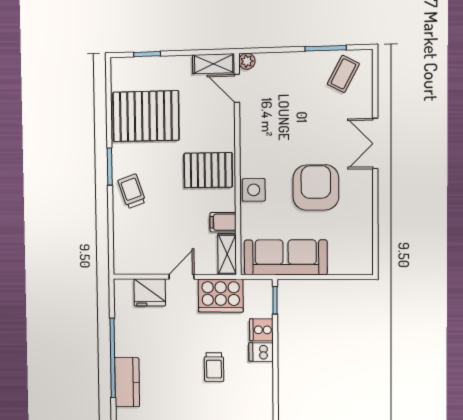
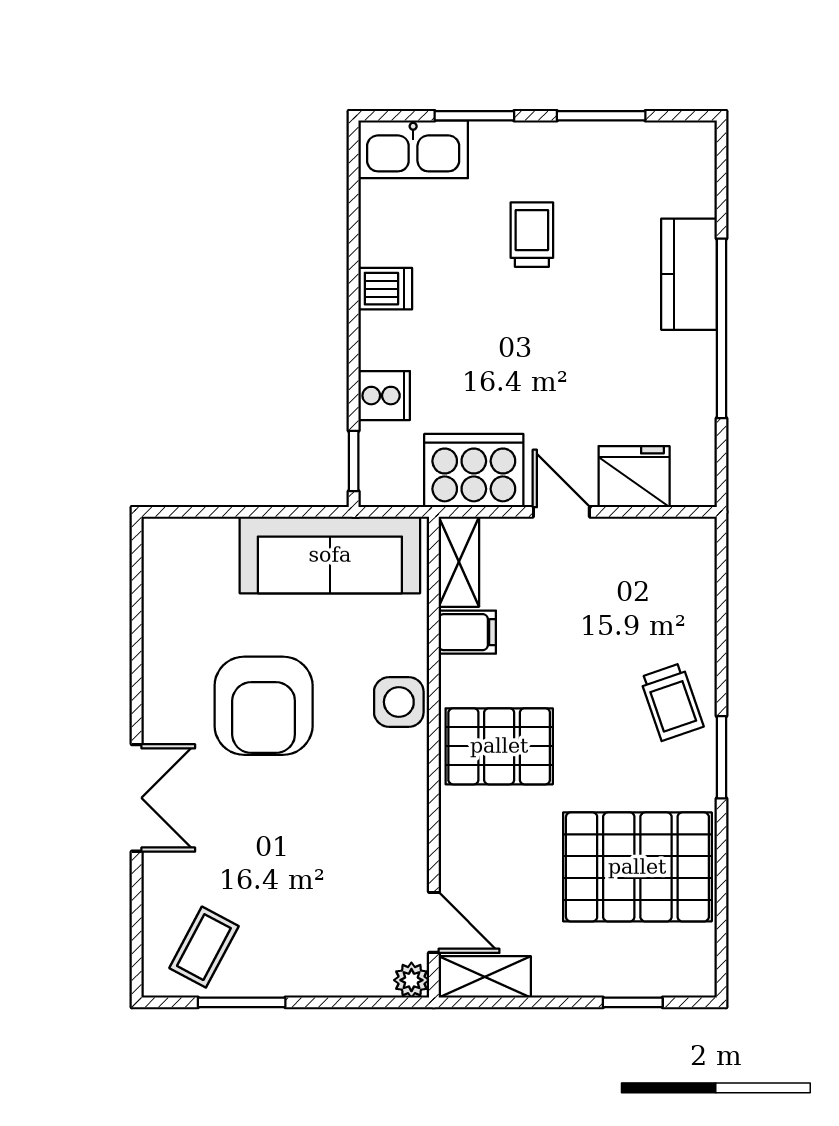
door: (181, 277) -> (561, 512), swing flipped
dishwasher: (261, 352) -> (385, 289), moved
trolley: (214, 367) -> (532, 235), moved

